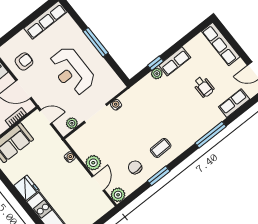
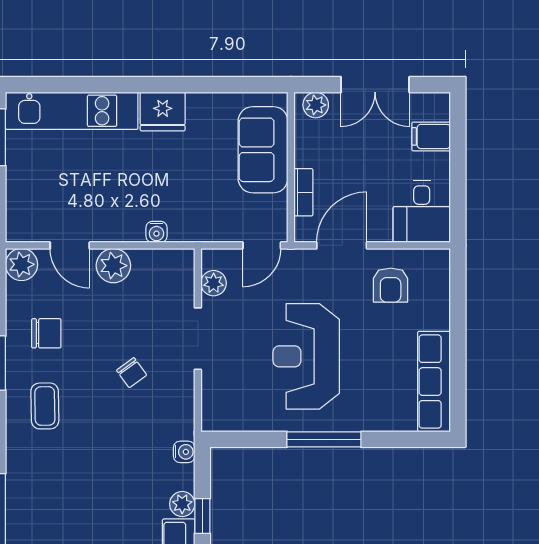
reception desk: (72, 71) -> (306, 356), turned -90
water cooler: (116, 105) -> (184, 452), moved
chair: (125, 127) -> (132, 373), added

